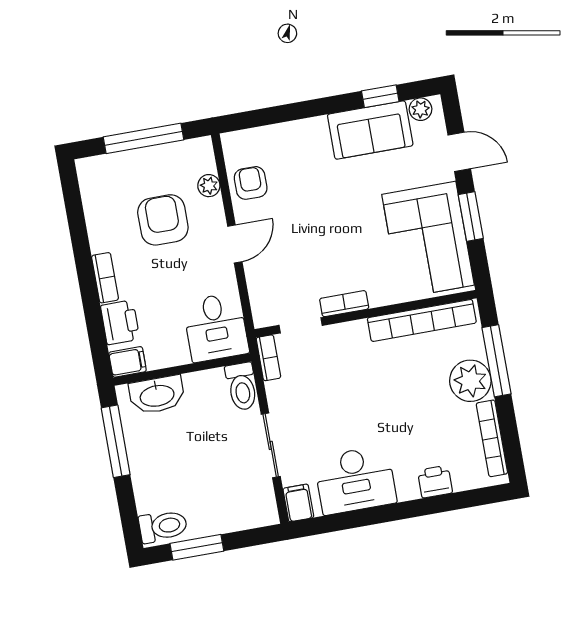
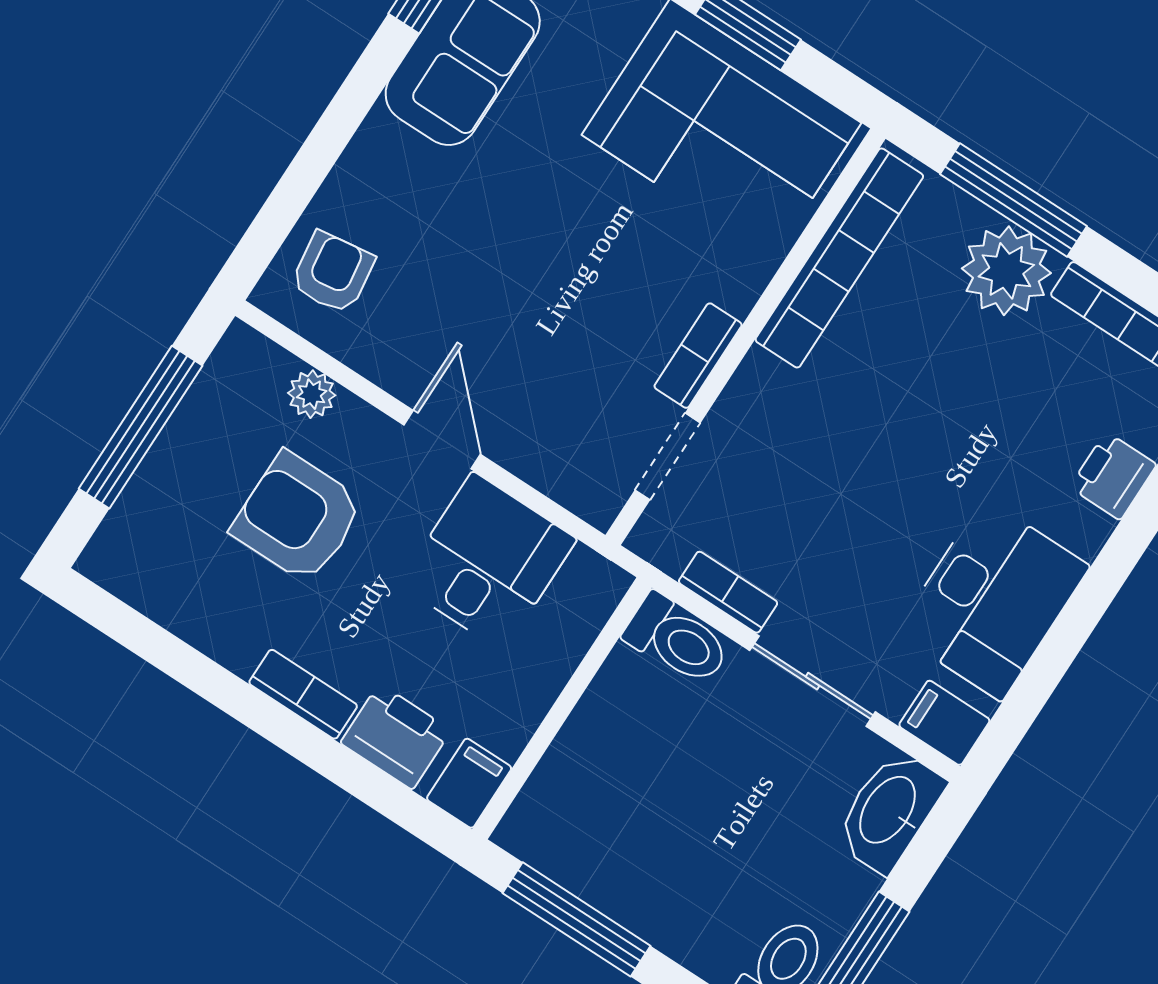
armchair: (251, 183) -> (333, 272), moved, turned 82
desk: (216, 327) -> (488, 562), moved, turned -90
bookcase: (268, 358) -> (728, 592), moved
washbasin: (157, 395) -> (889, 811), moved, turned 180

